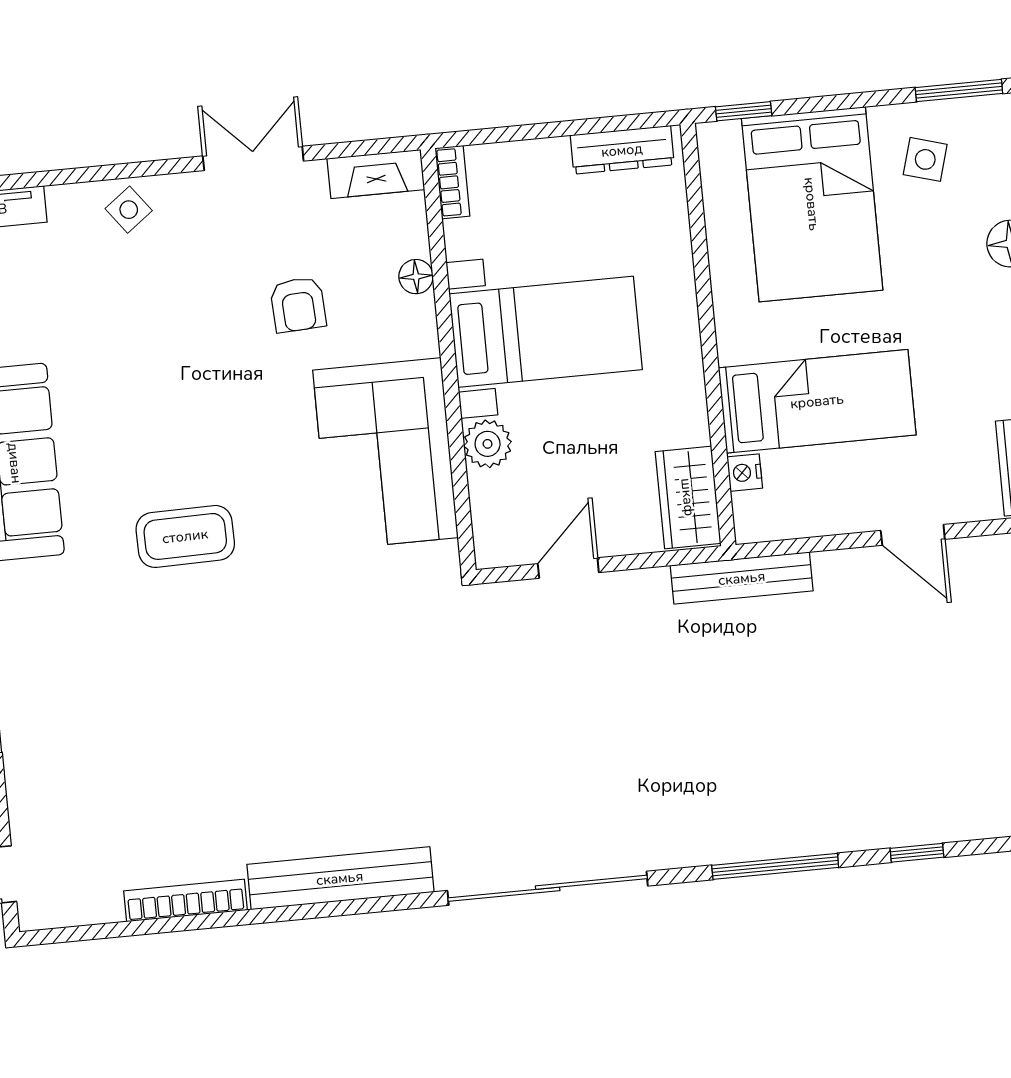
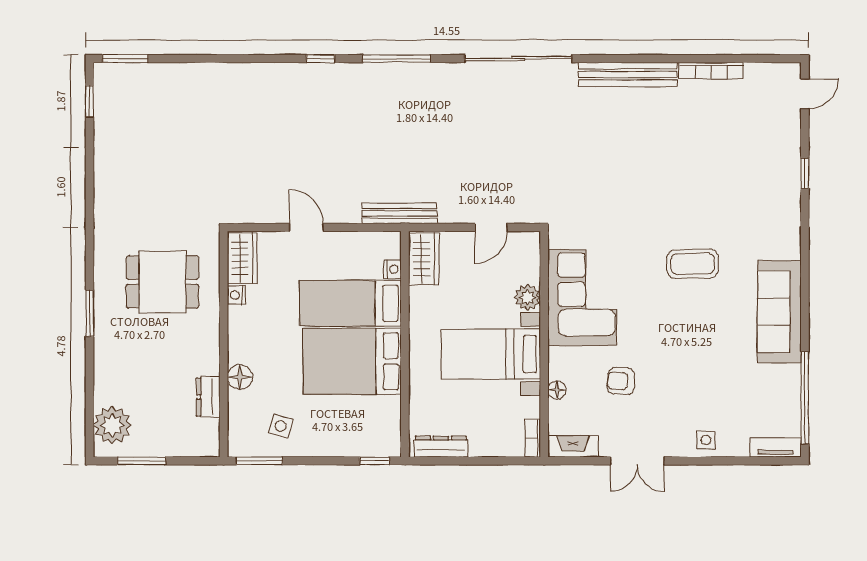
bed: (812, 204) -> (352, 361), moved, turned -90
side table: (129, 210) -> (706, 440), turned 37
armchair: (298, 305) -> (621, 381), turned -84

